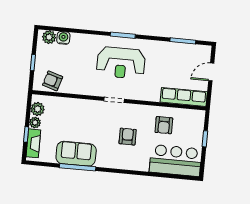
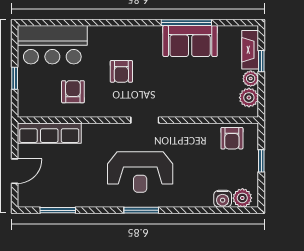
reception desk: (121, 63) -> (140, 172), turned 180
armchair: (53, 81) -> (232, 138), turned 73

